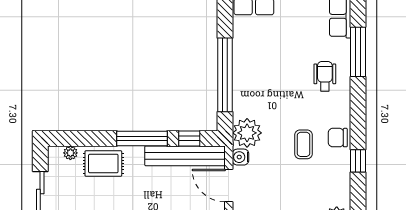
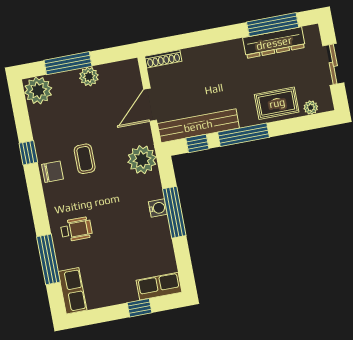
window: (225, 75) -> (174, 212), width x0.68
wheelchair: (325, 76) -> (76, 229), turned -90
water cooler: (241, 157) -> (158, 208), moved
door: (229, 186) -> (150, 105), swing flipped

